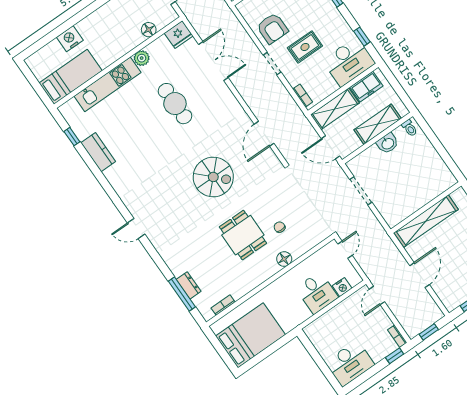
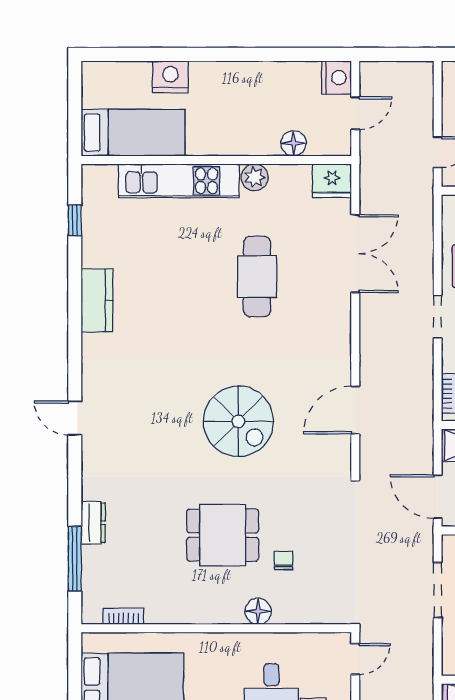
kitchen counter: (98, 152) -> (97, 300), moved
dining table: (243, 235) -> (223, 535), turned 90
dresser: (189, 285) -> (93, 523), moved

